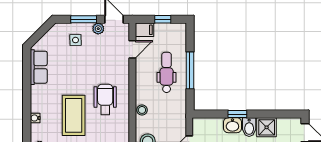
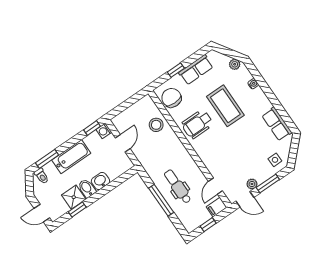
side table: (75, 40) -> (275, 160), moved
dental chair: (167, 72) -> (178, 187), turned 180
wheelchair: (105, 99) -> (197, 124), moved, turned 90
stool: (142, 110) -> (177, 145), removed
window: (237, 114) -> (77, 210), moved

